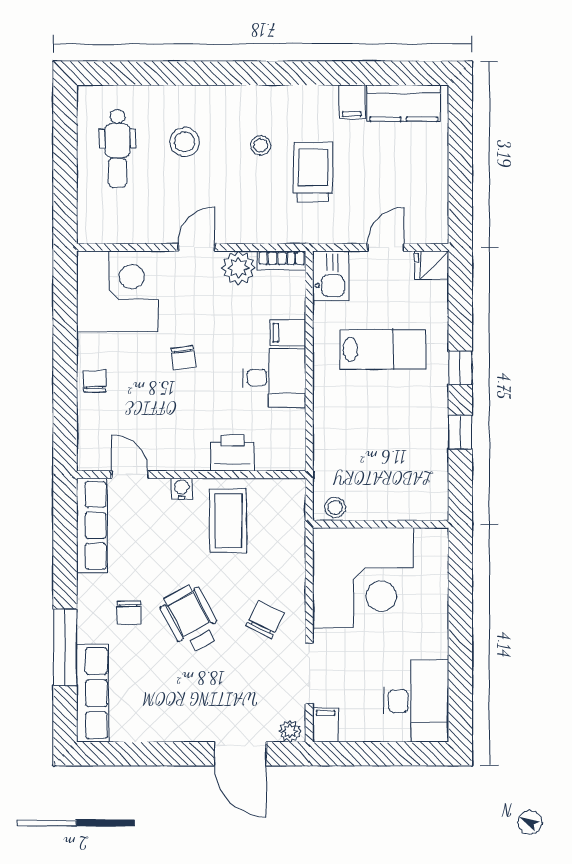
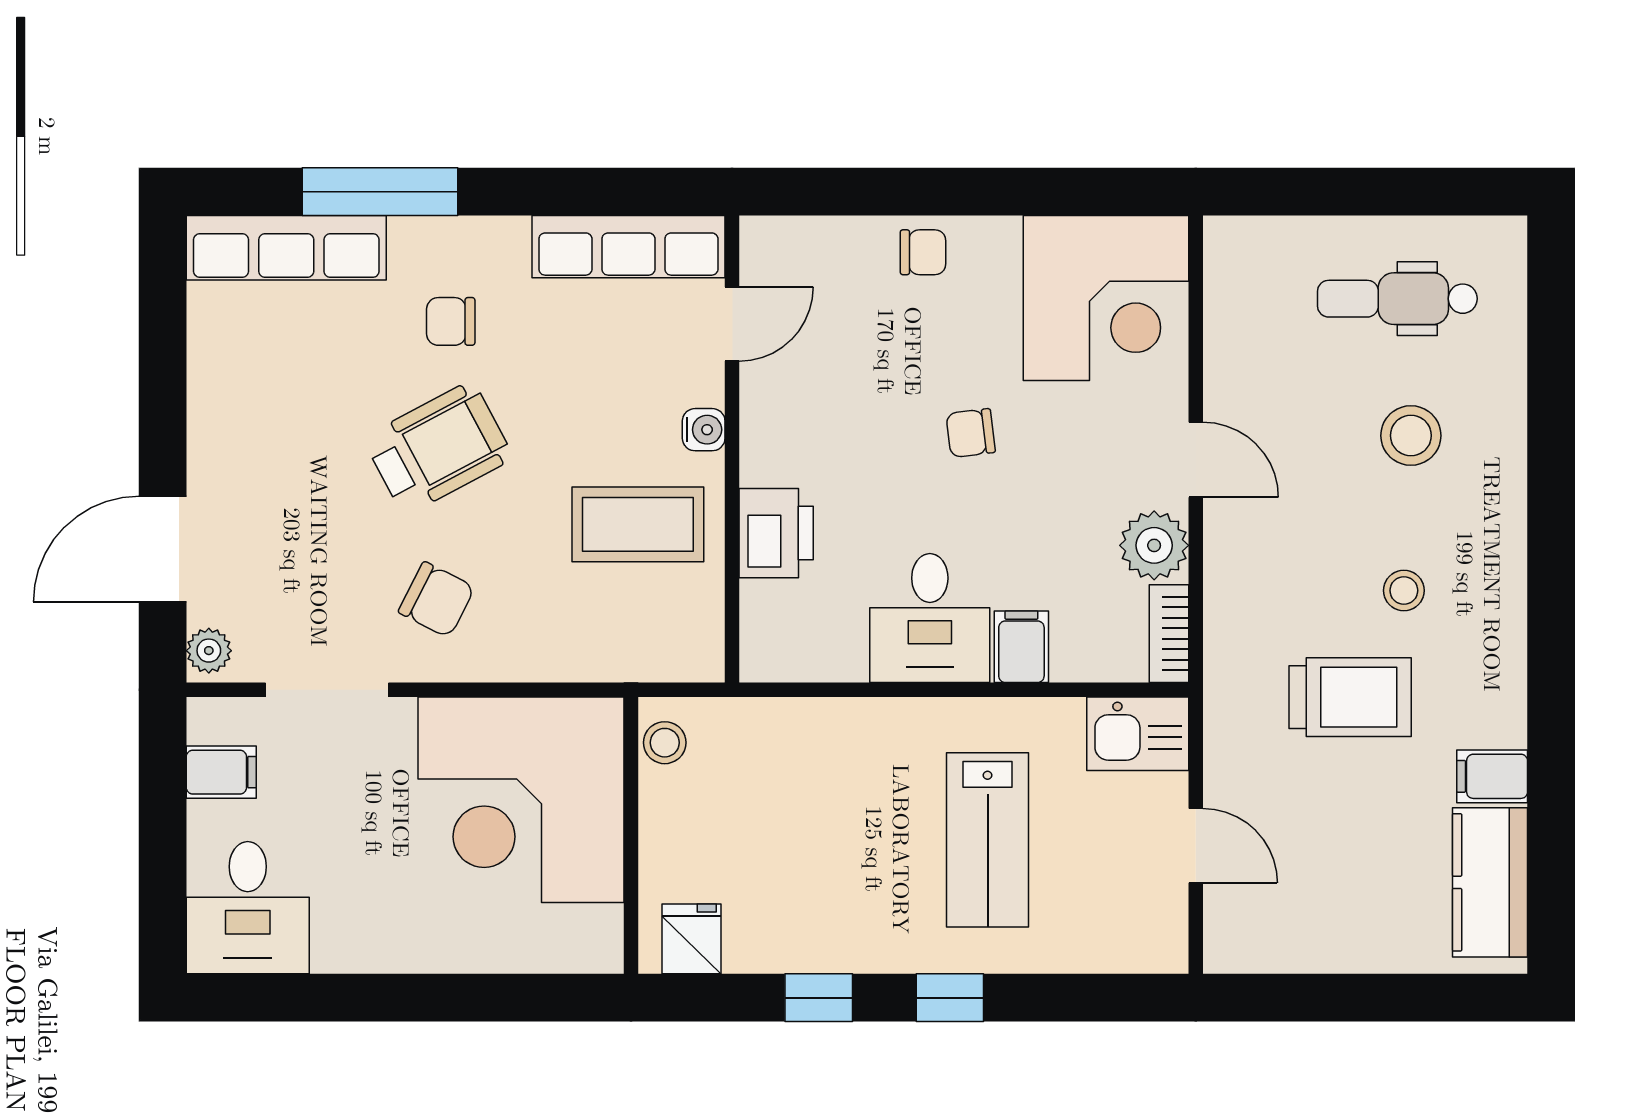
fridge: (431, 265) -> (692, 939), moved
desk: (416, 701) -> (248, 908), width x0.73
filing cabinet: (326, 725) -> (221, 772), moved

